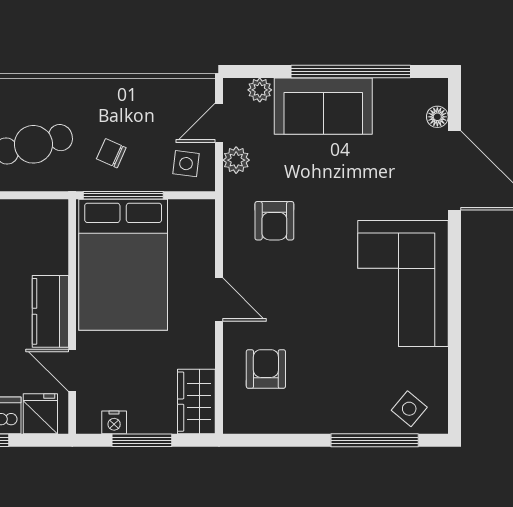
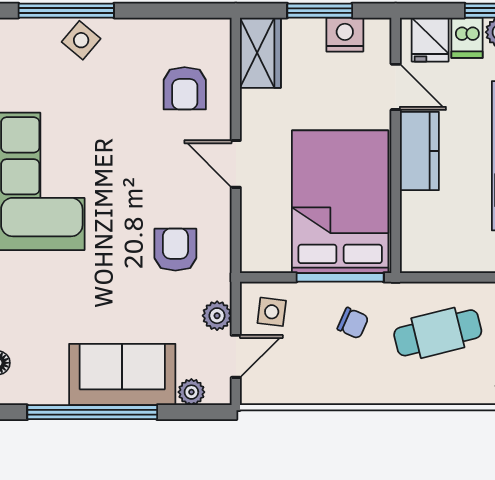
side table: (409, 409) -> (81, 40), moved
nightstand: (114, 422) -> (345, 35), width x1.39, depth x1.35

